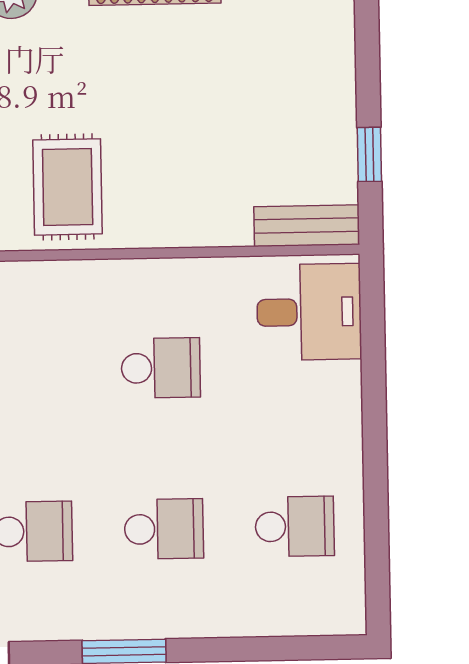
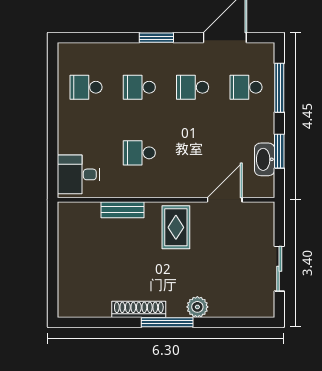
window: (369, 154) -> (53, 238), removed
bench: (307, 226) -> (123, 210), moved

